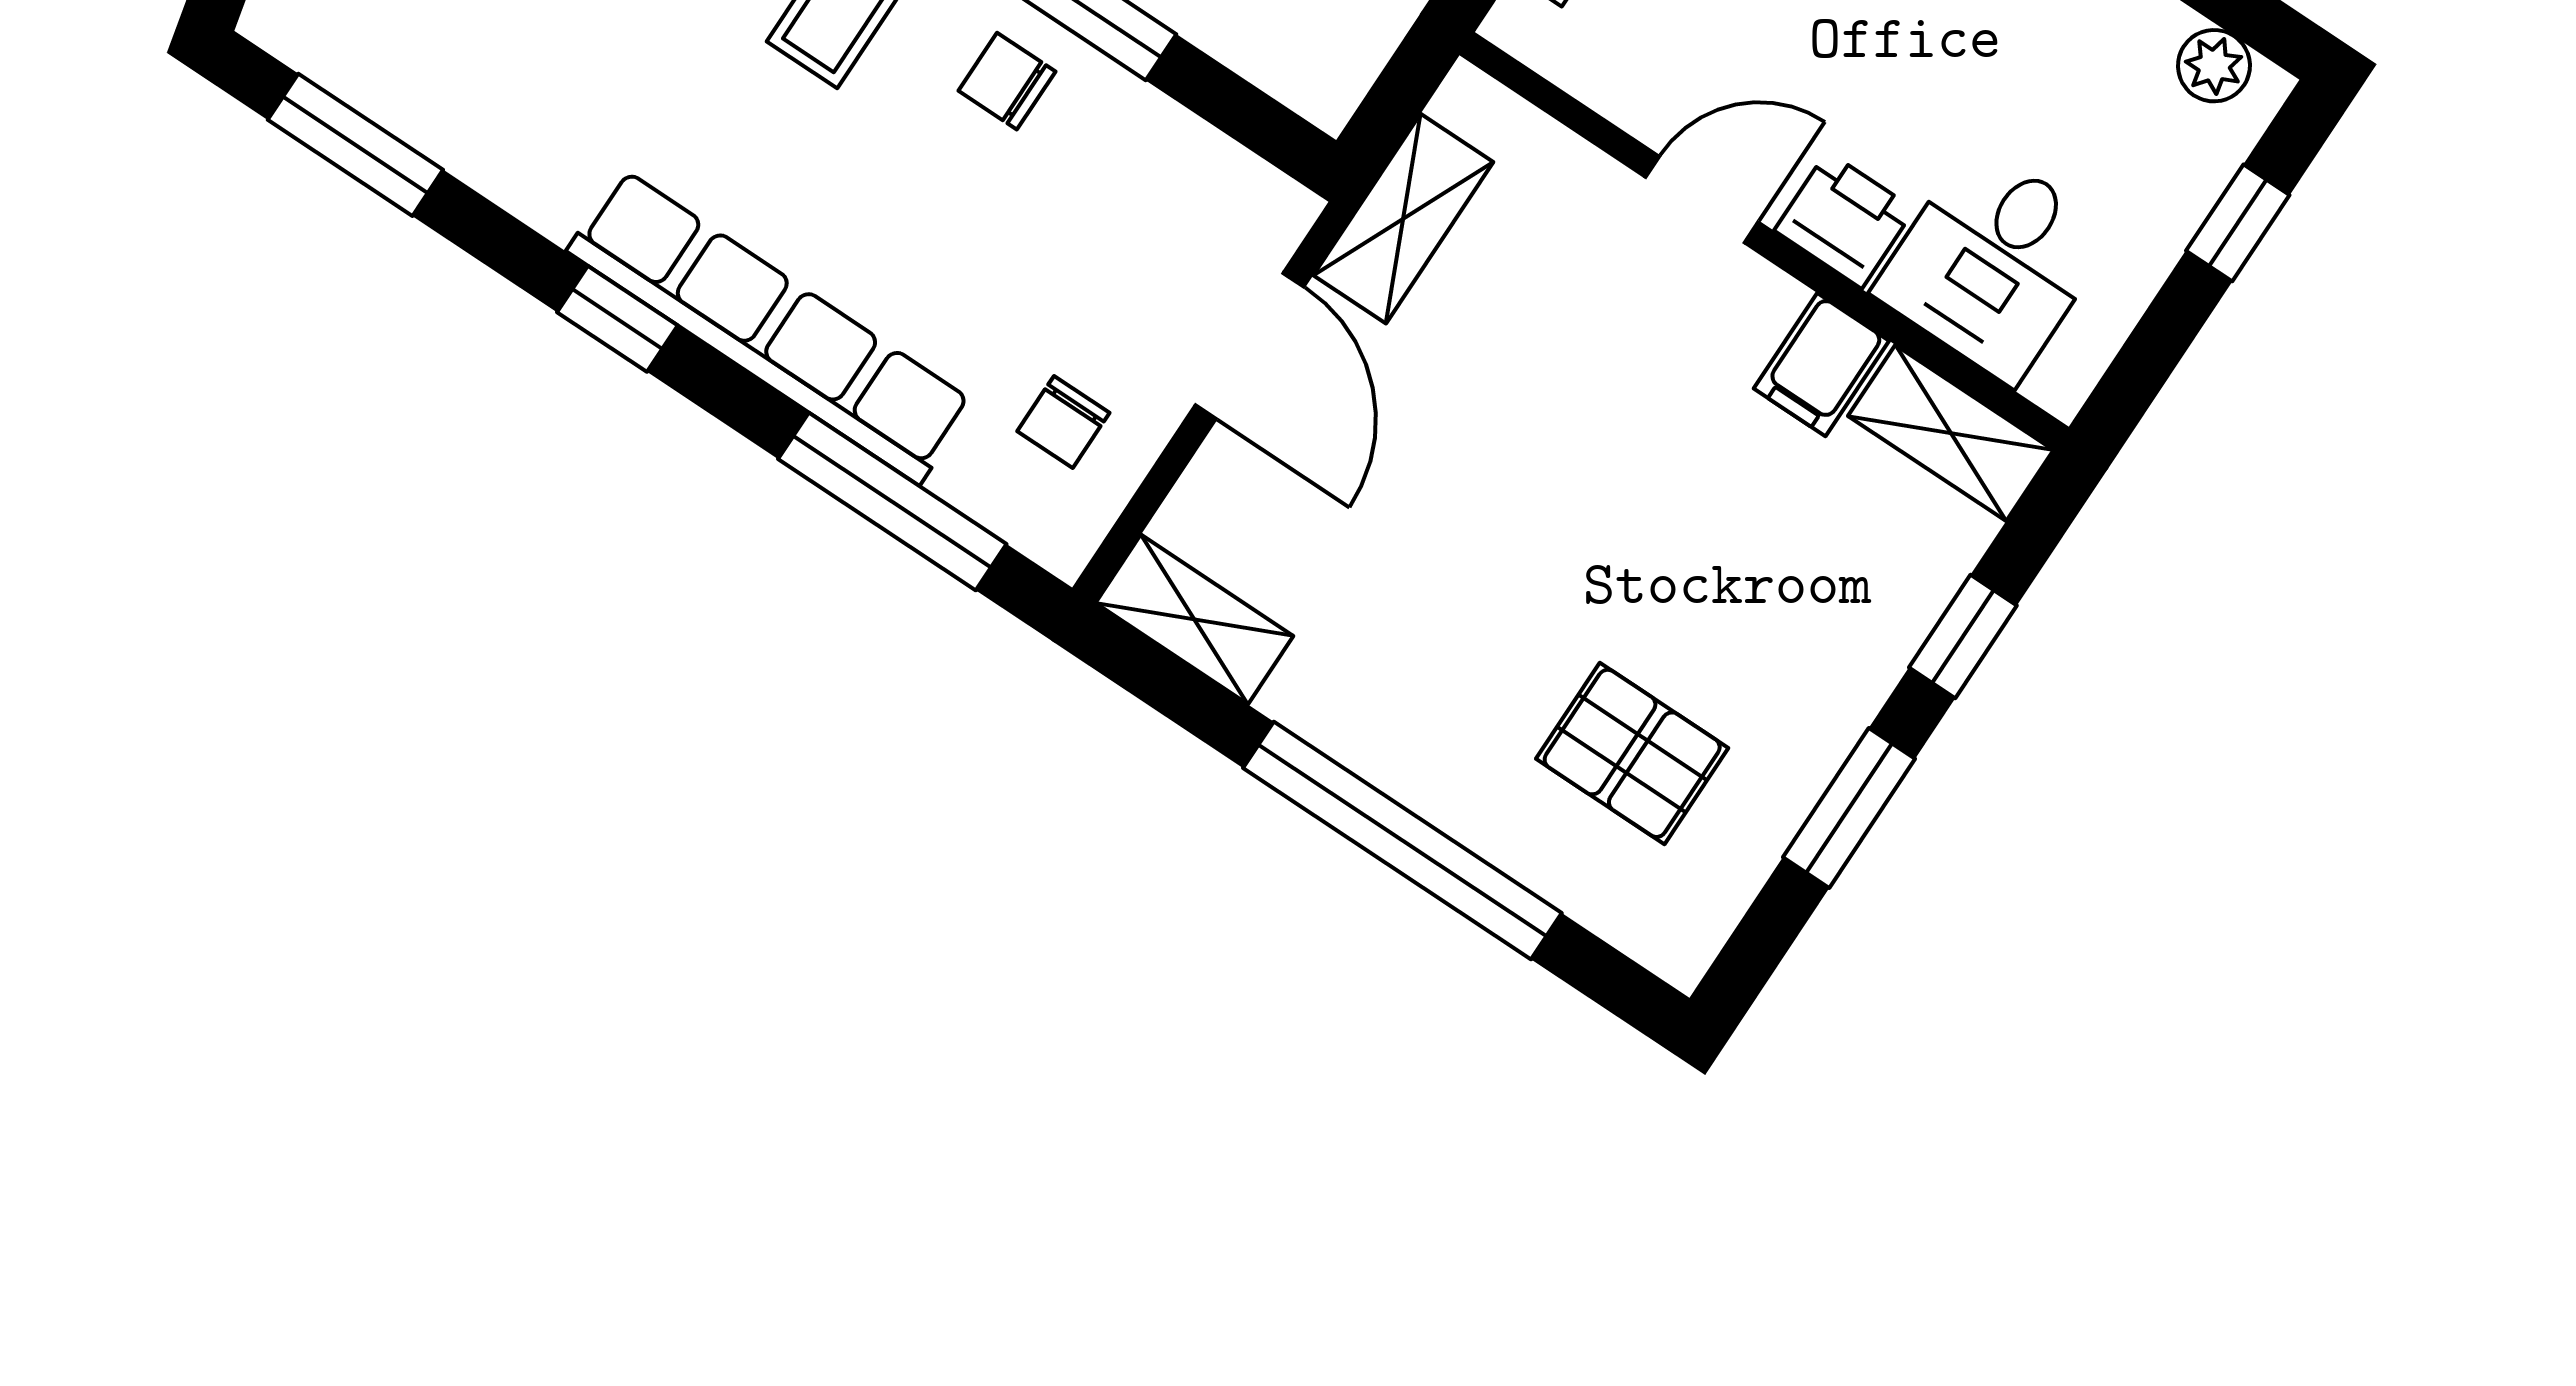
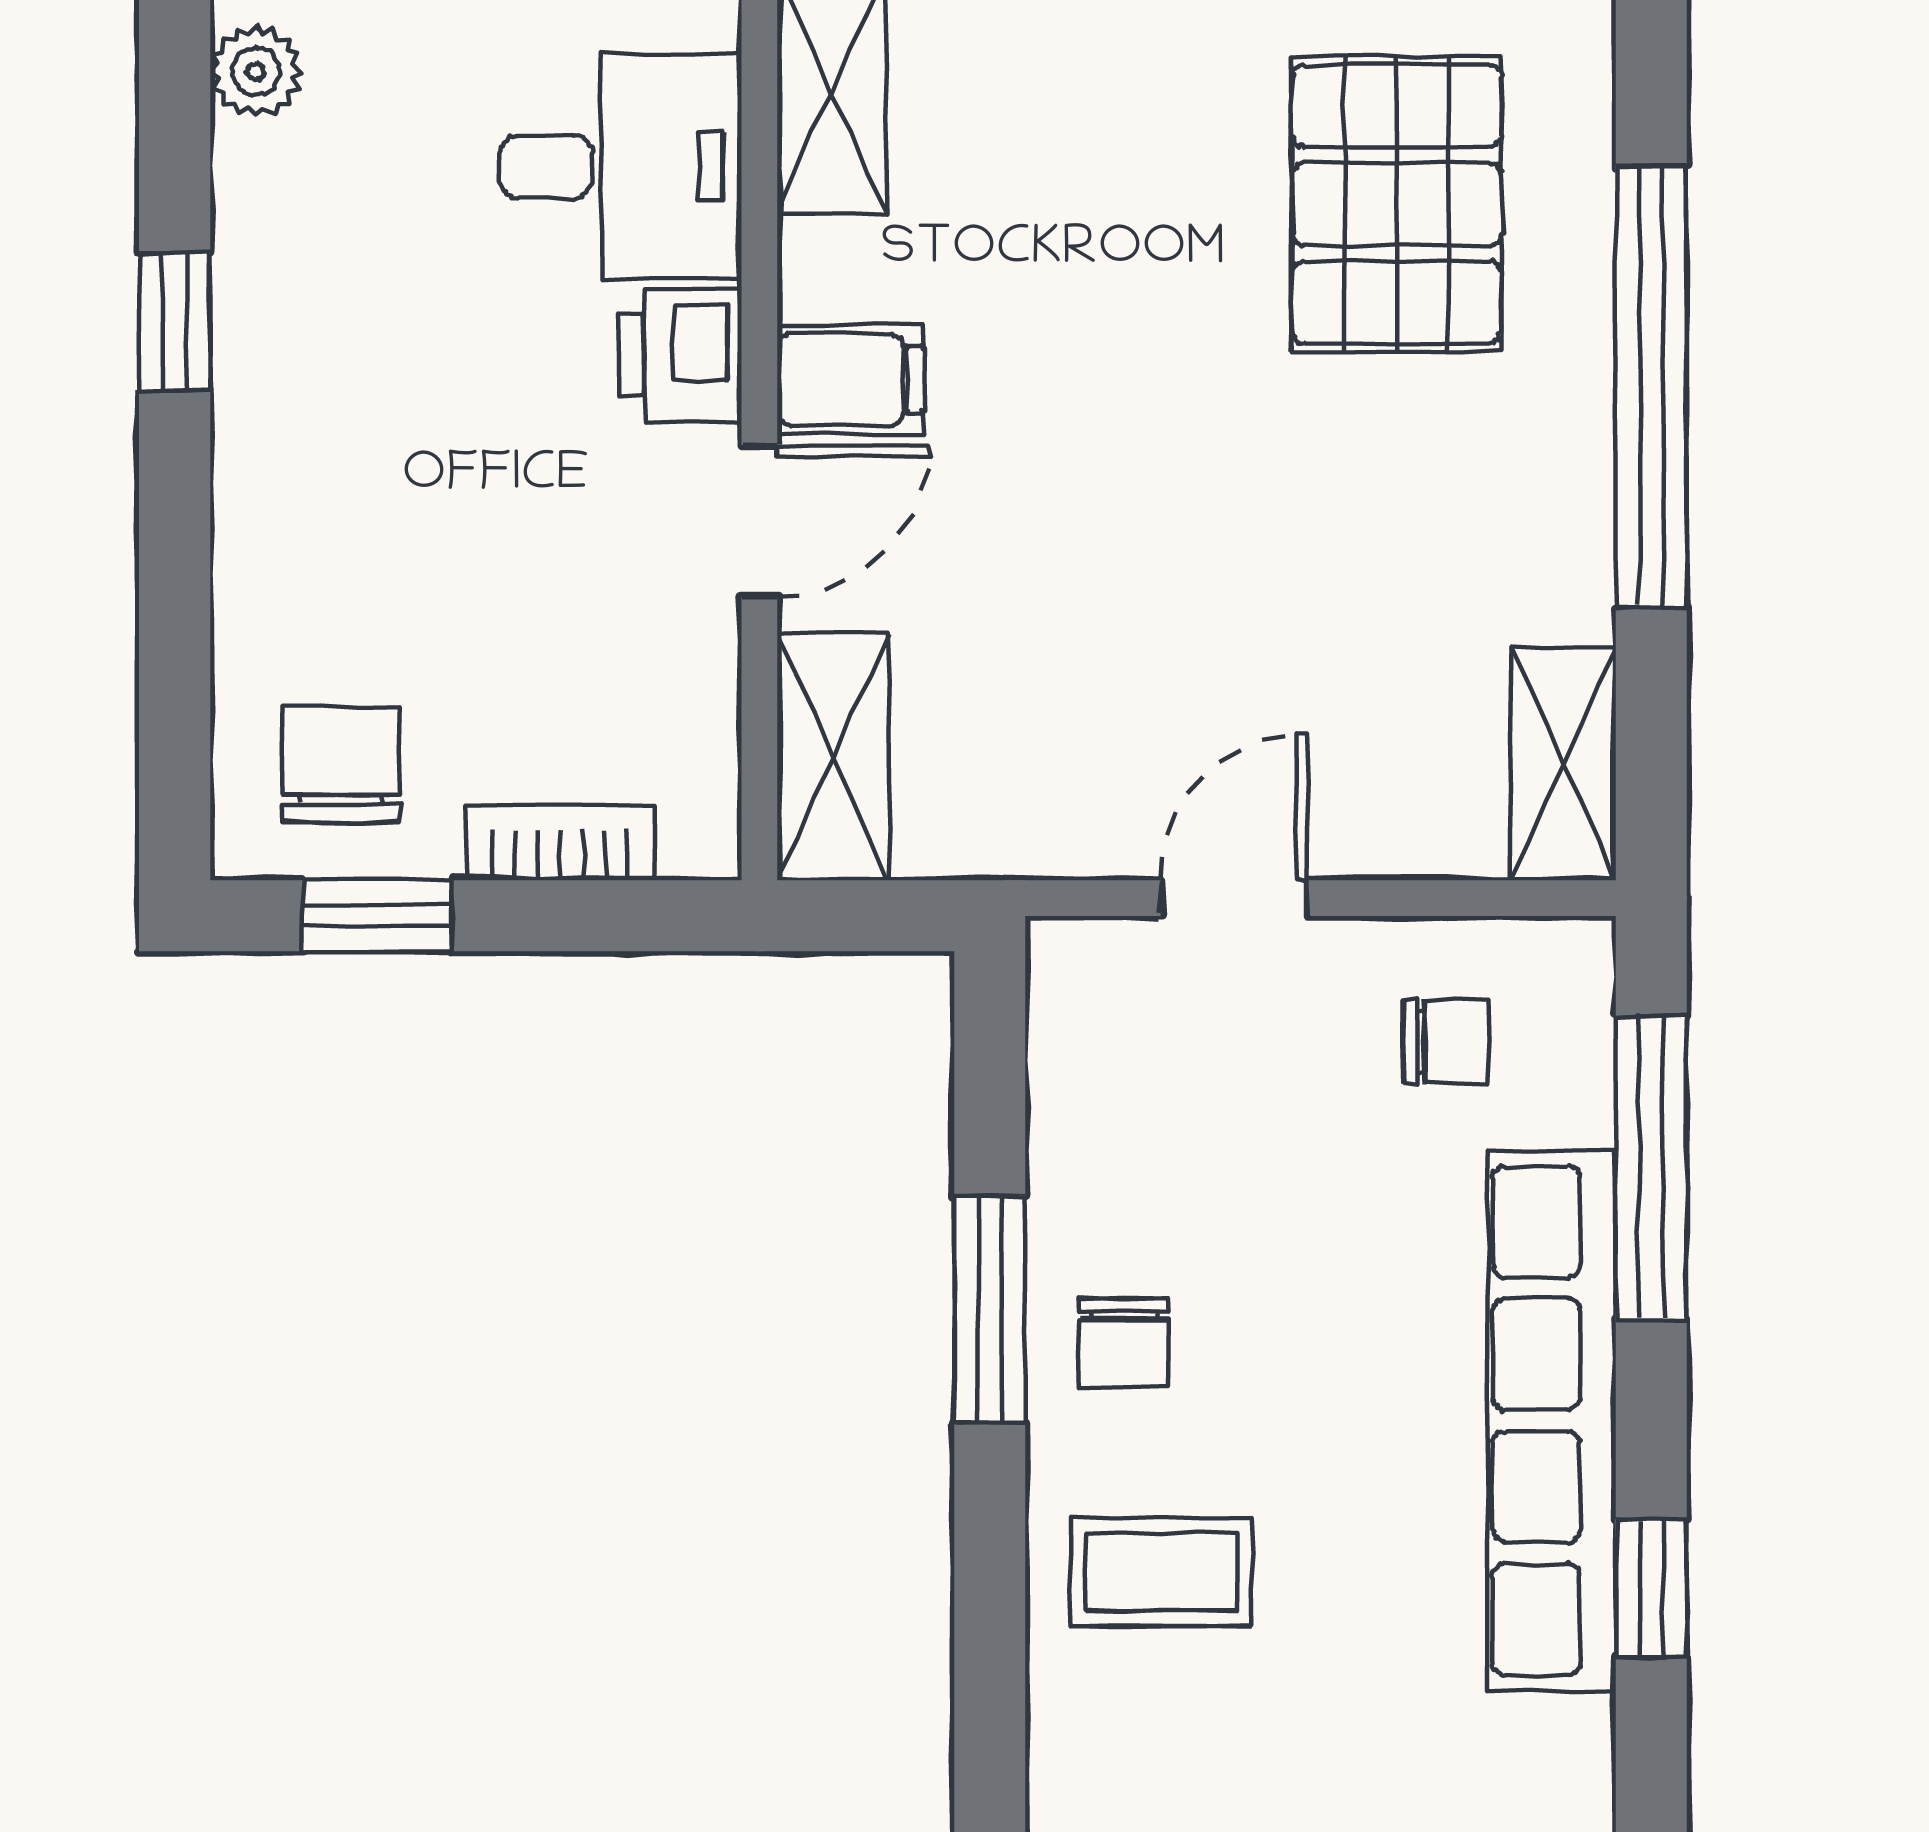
door: (1702, 200) -> (759, 521), swing flipped
shelving: (1403, 219) -> (833, 757), moved, turned 90
door: (1250, 346) -> (1234, 898), width x0.73
filing cabinet: (1821, 365) -> (850, 380), moved
pallet: (1632, 753) -> (1397, 204), width x1.50, depth x1.42

